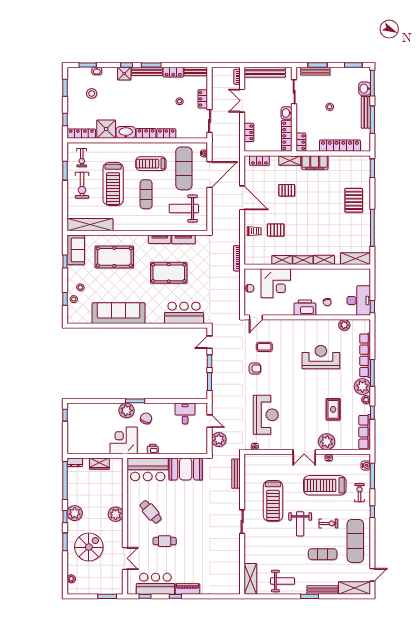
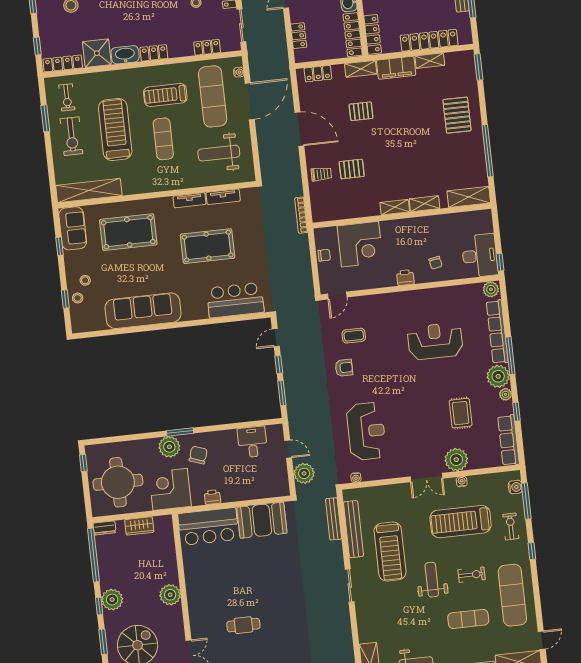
locker: (166, 133) -> (207, 47), moved
locker: (301, 142) -> (373, 34), width x1.53
treadmill: (113, 184) -> (115, 129), turned 180
shelving: (282, 260) -> (430, 61), moved
printer: (305, 308) -> (405, 278), width x0.53, depth x0.68
plant: (344, 325) -> (491, 289), moved
round table: (88, 431) -> (118, 482), added
bench: (249, 482) -> (353, 529), added
cafe table: (151, 512) -> (219, 586), removed
weight bench: (300, 524) -> (432, 580), turned 180

